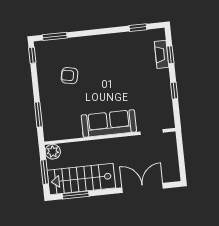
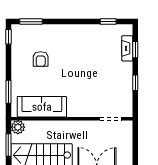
armchair: (70, 76) -> (41, 59), turned -101
sofa: (109, 123) -> (42, 107), moved

